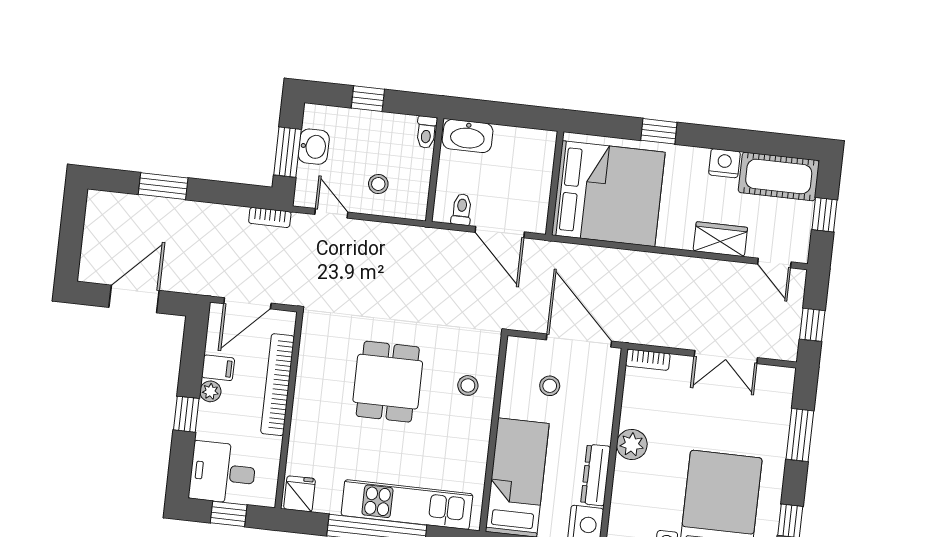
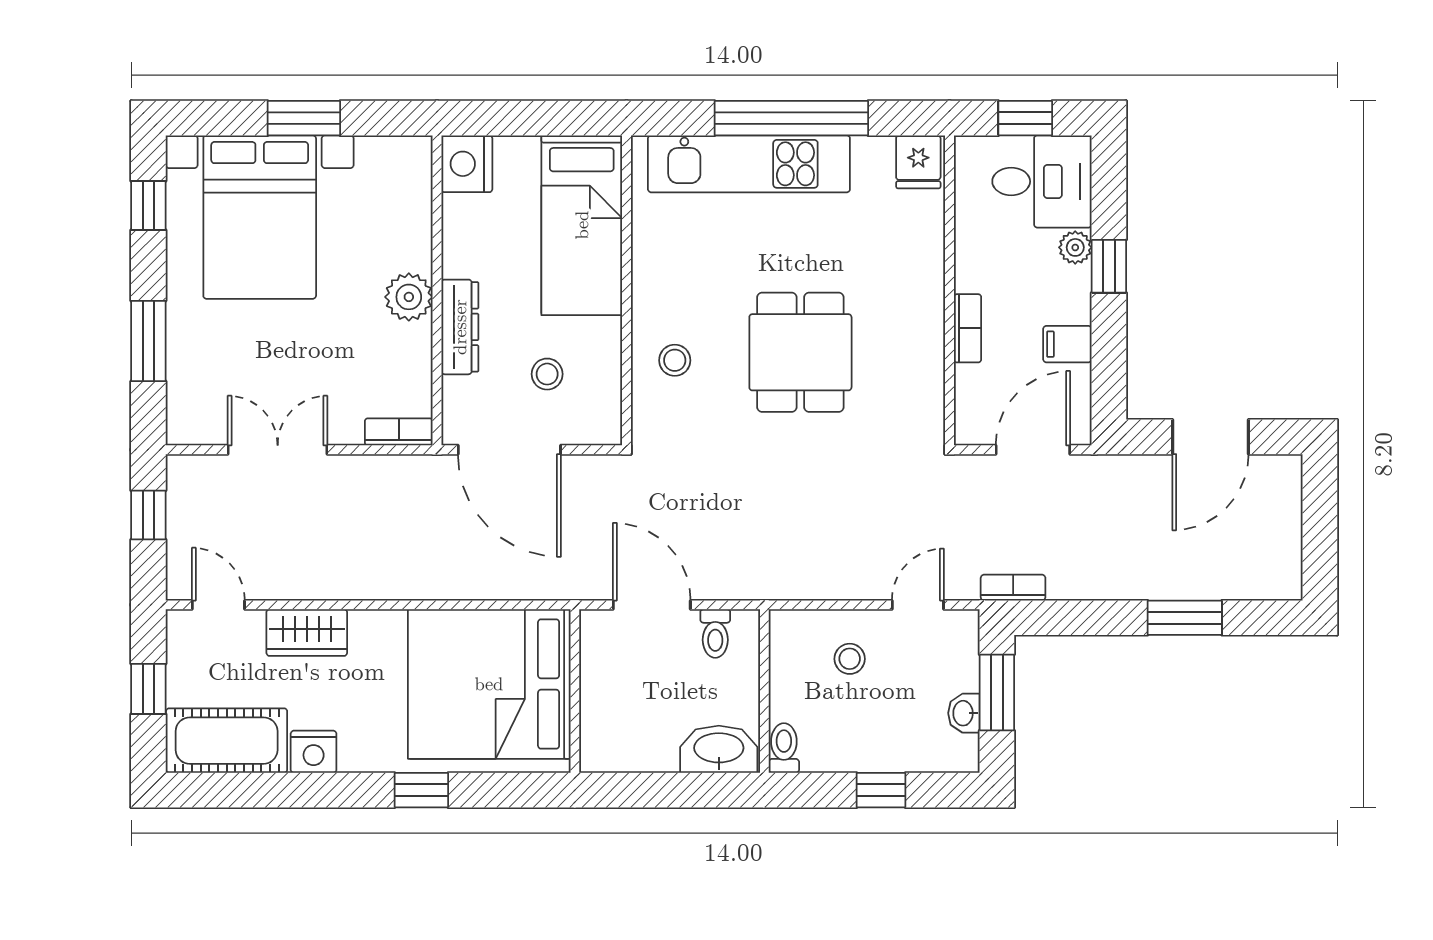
washbasin: (314, 147) -> (964, 713), width x0.72, depth x0.69
door: (331, 213) -> (918, 605), swing flipped
bookcase: (277, 385) -> (968, 328), width x0.43, depth x0.76
plant: (210, 391) -> (1075, 247), moved
dresser: (596, 475) -> (460, 327), moved

